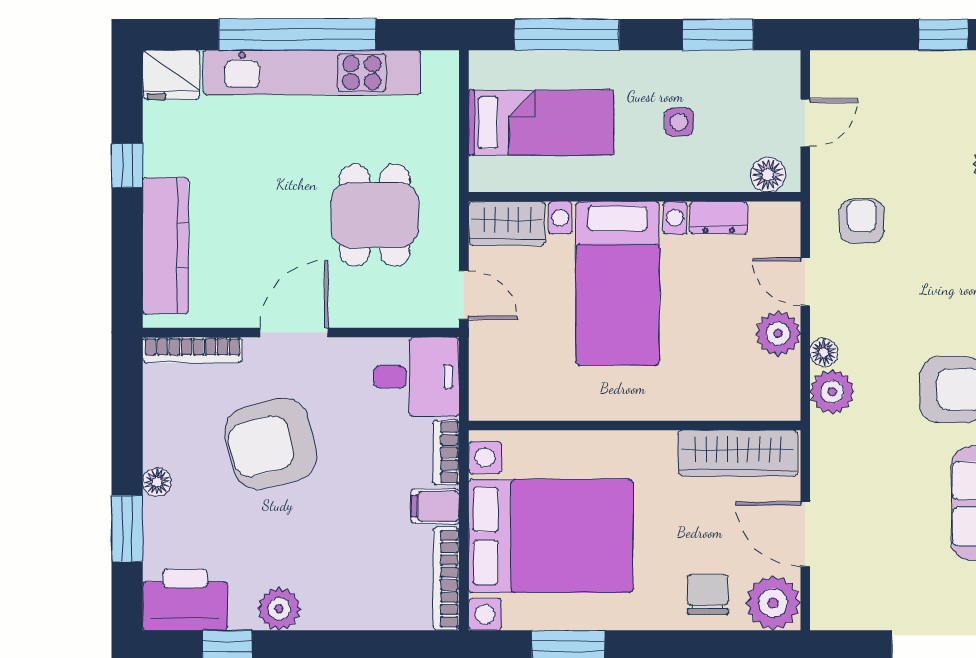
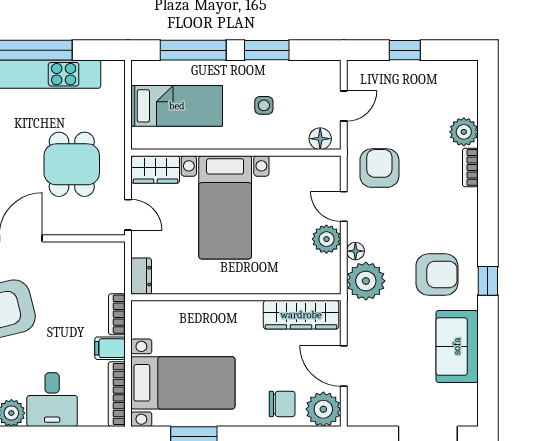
window: (718, 35) -> (267, 50), moved
window: (943, 35) -> (405, 50), moved
dresser: (719, 218) -> (141, 276), moved, turned -90
armchair: (862, 221) -> (379, 168), width x1.38, depth x1.38
desk: (416, 377) -> (52, 400), moved, turned 90
plant: (832, 392) -> (366, 281), width x1.36, depth x1.36
bed with nightstands: (551, 536) -> (183, 383), width x0.73
chair: (708, 594) -> (282, 404), turned 90

